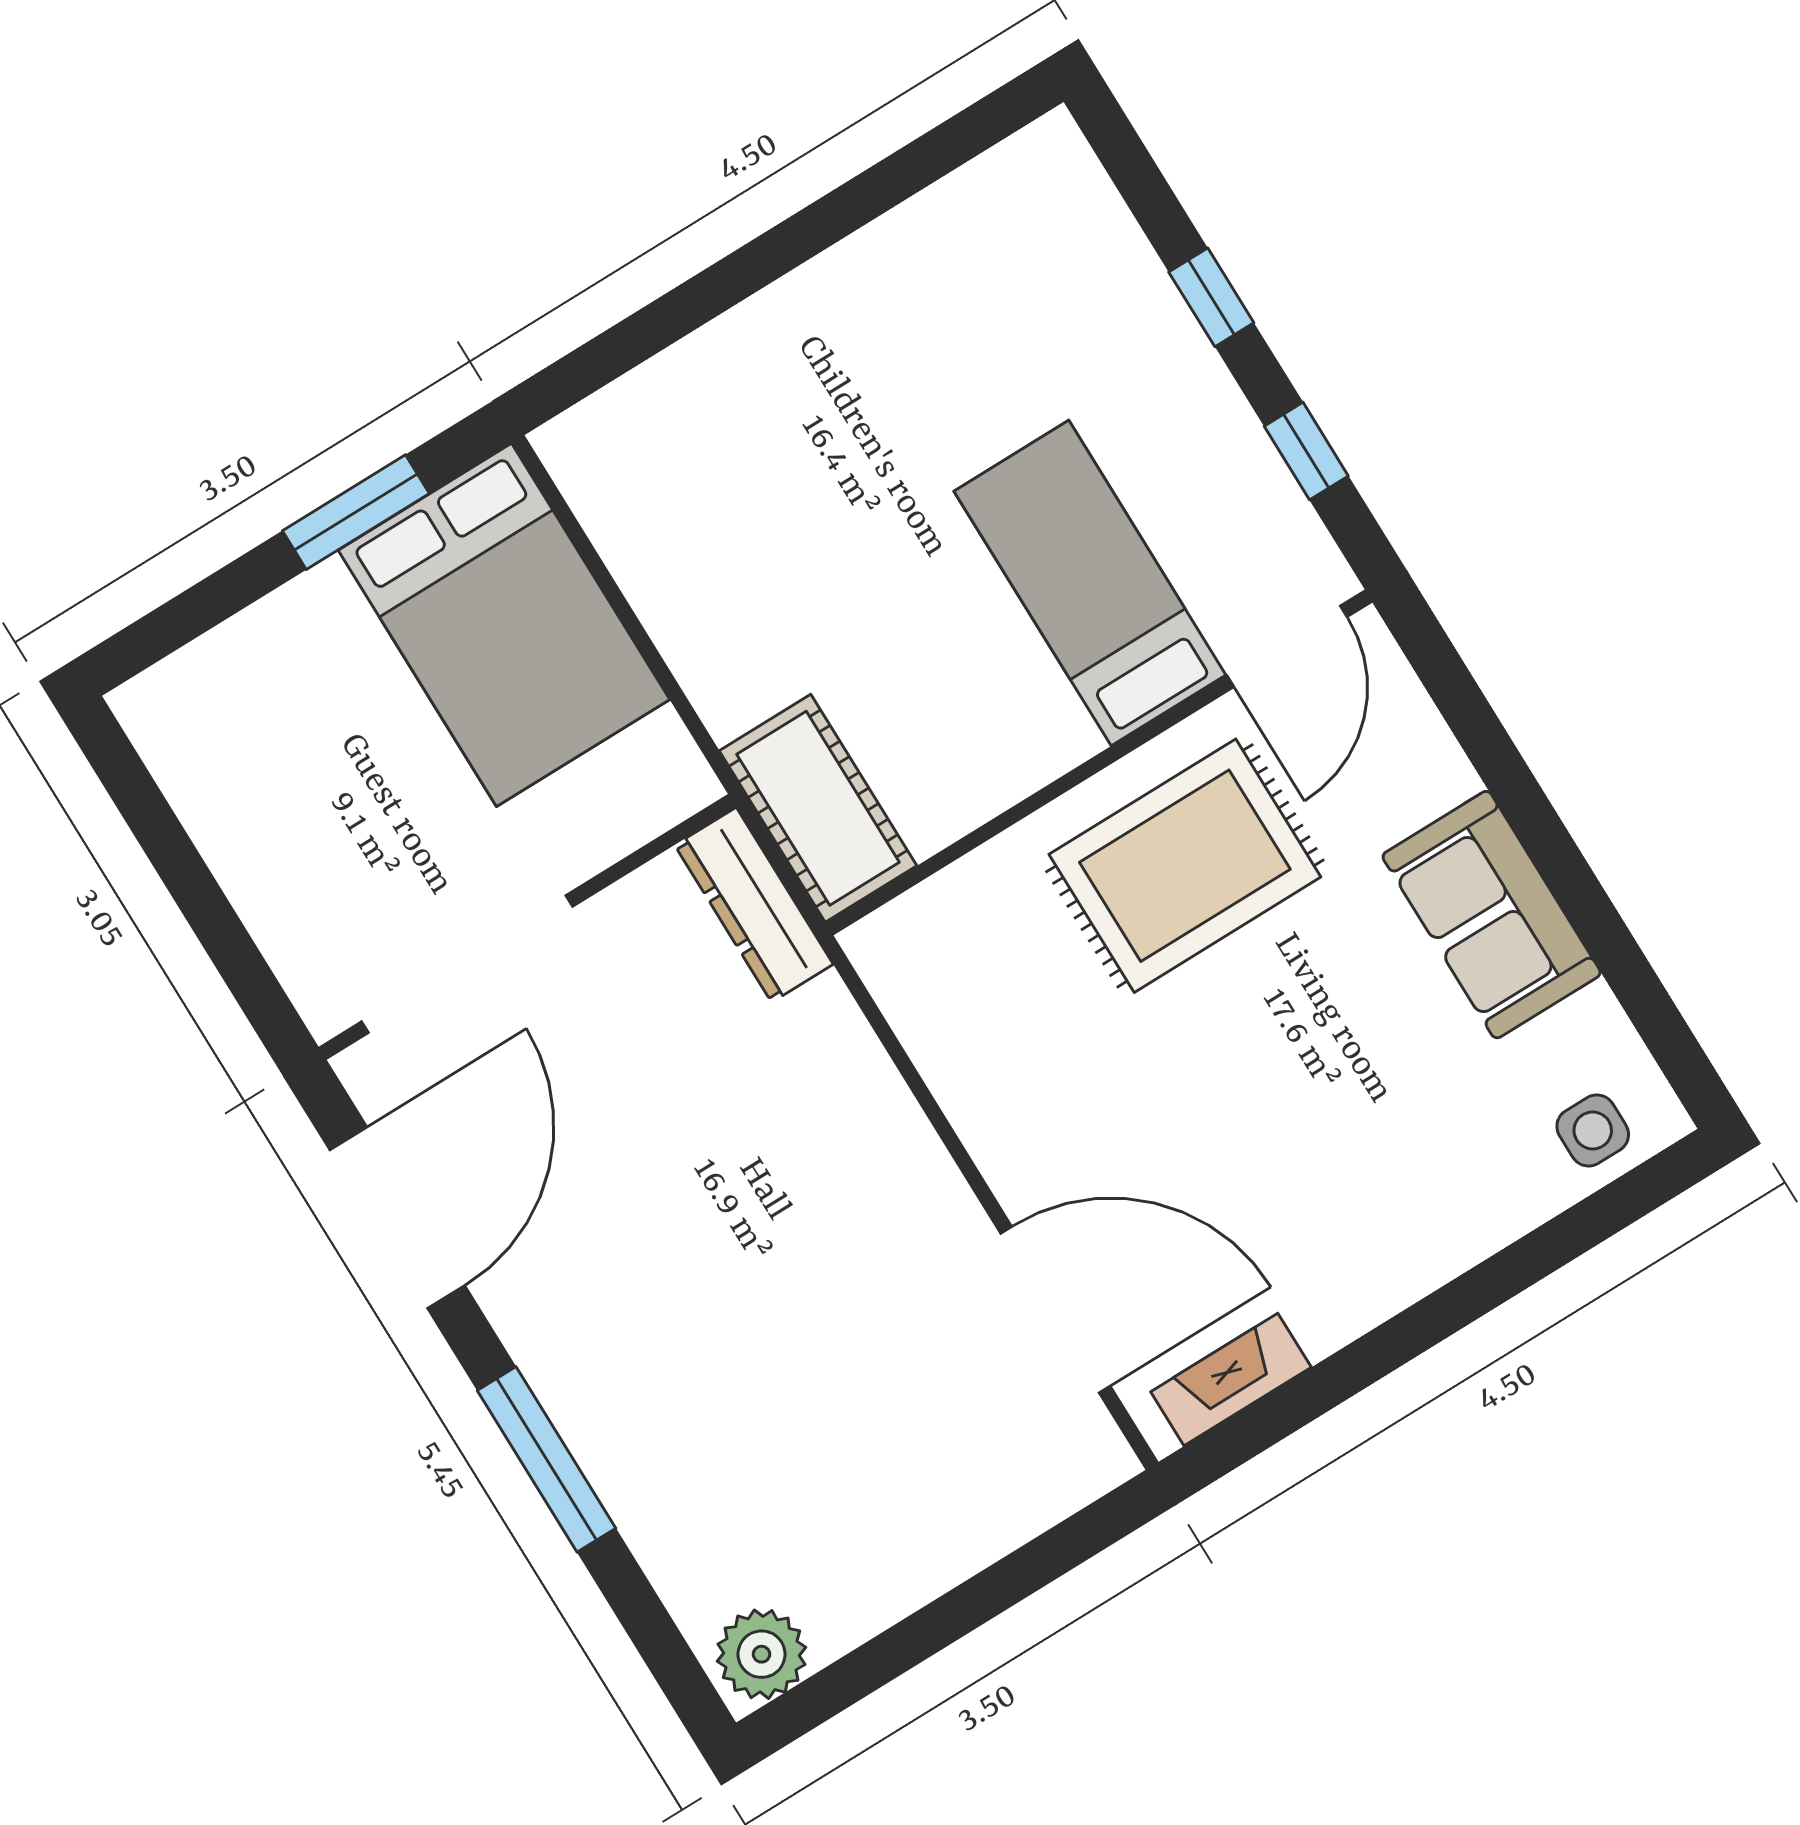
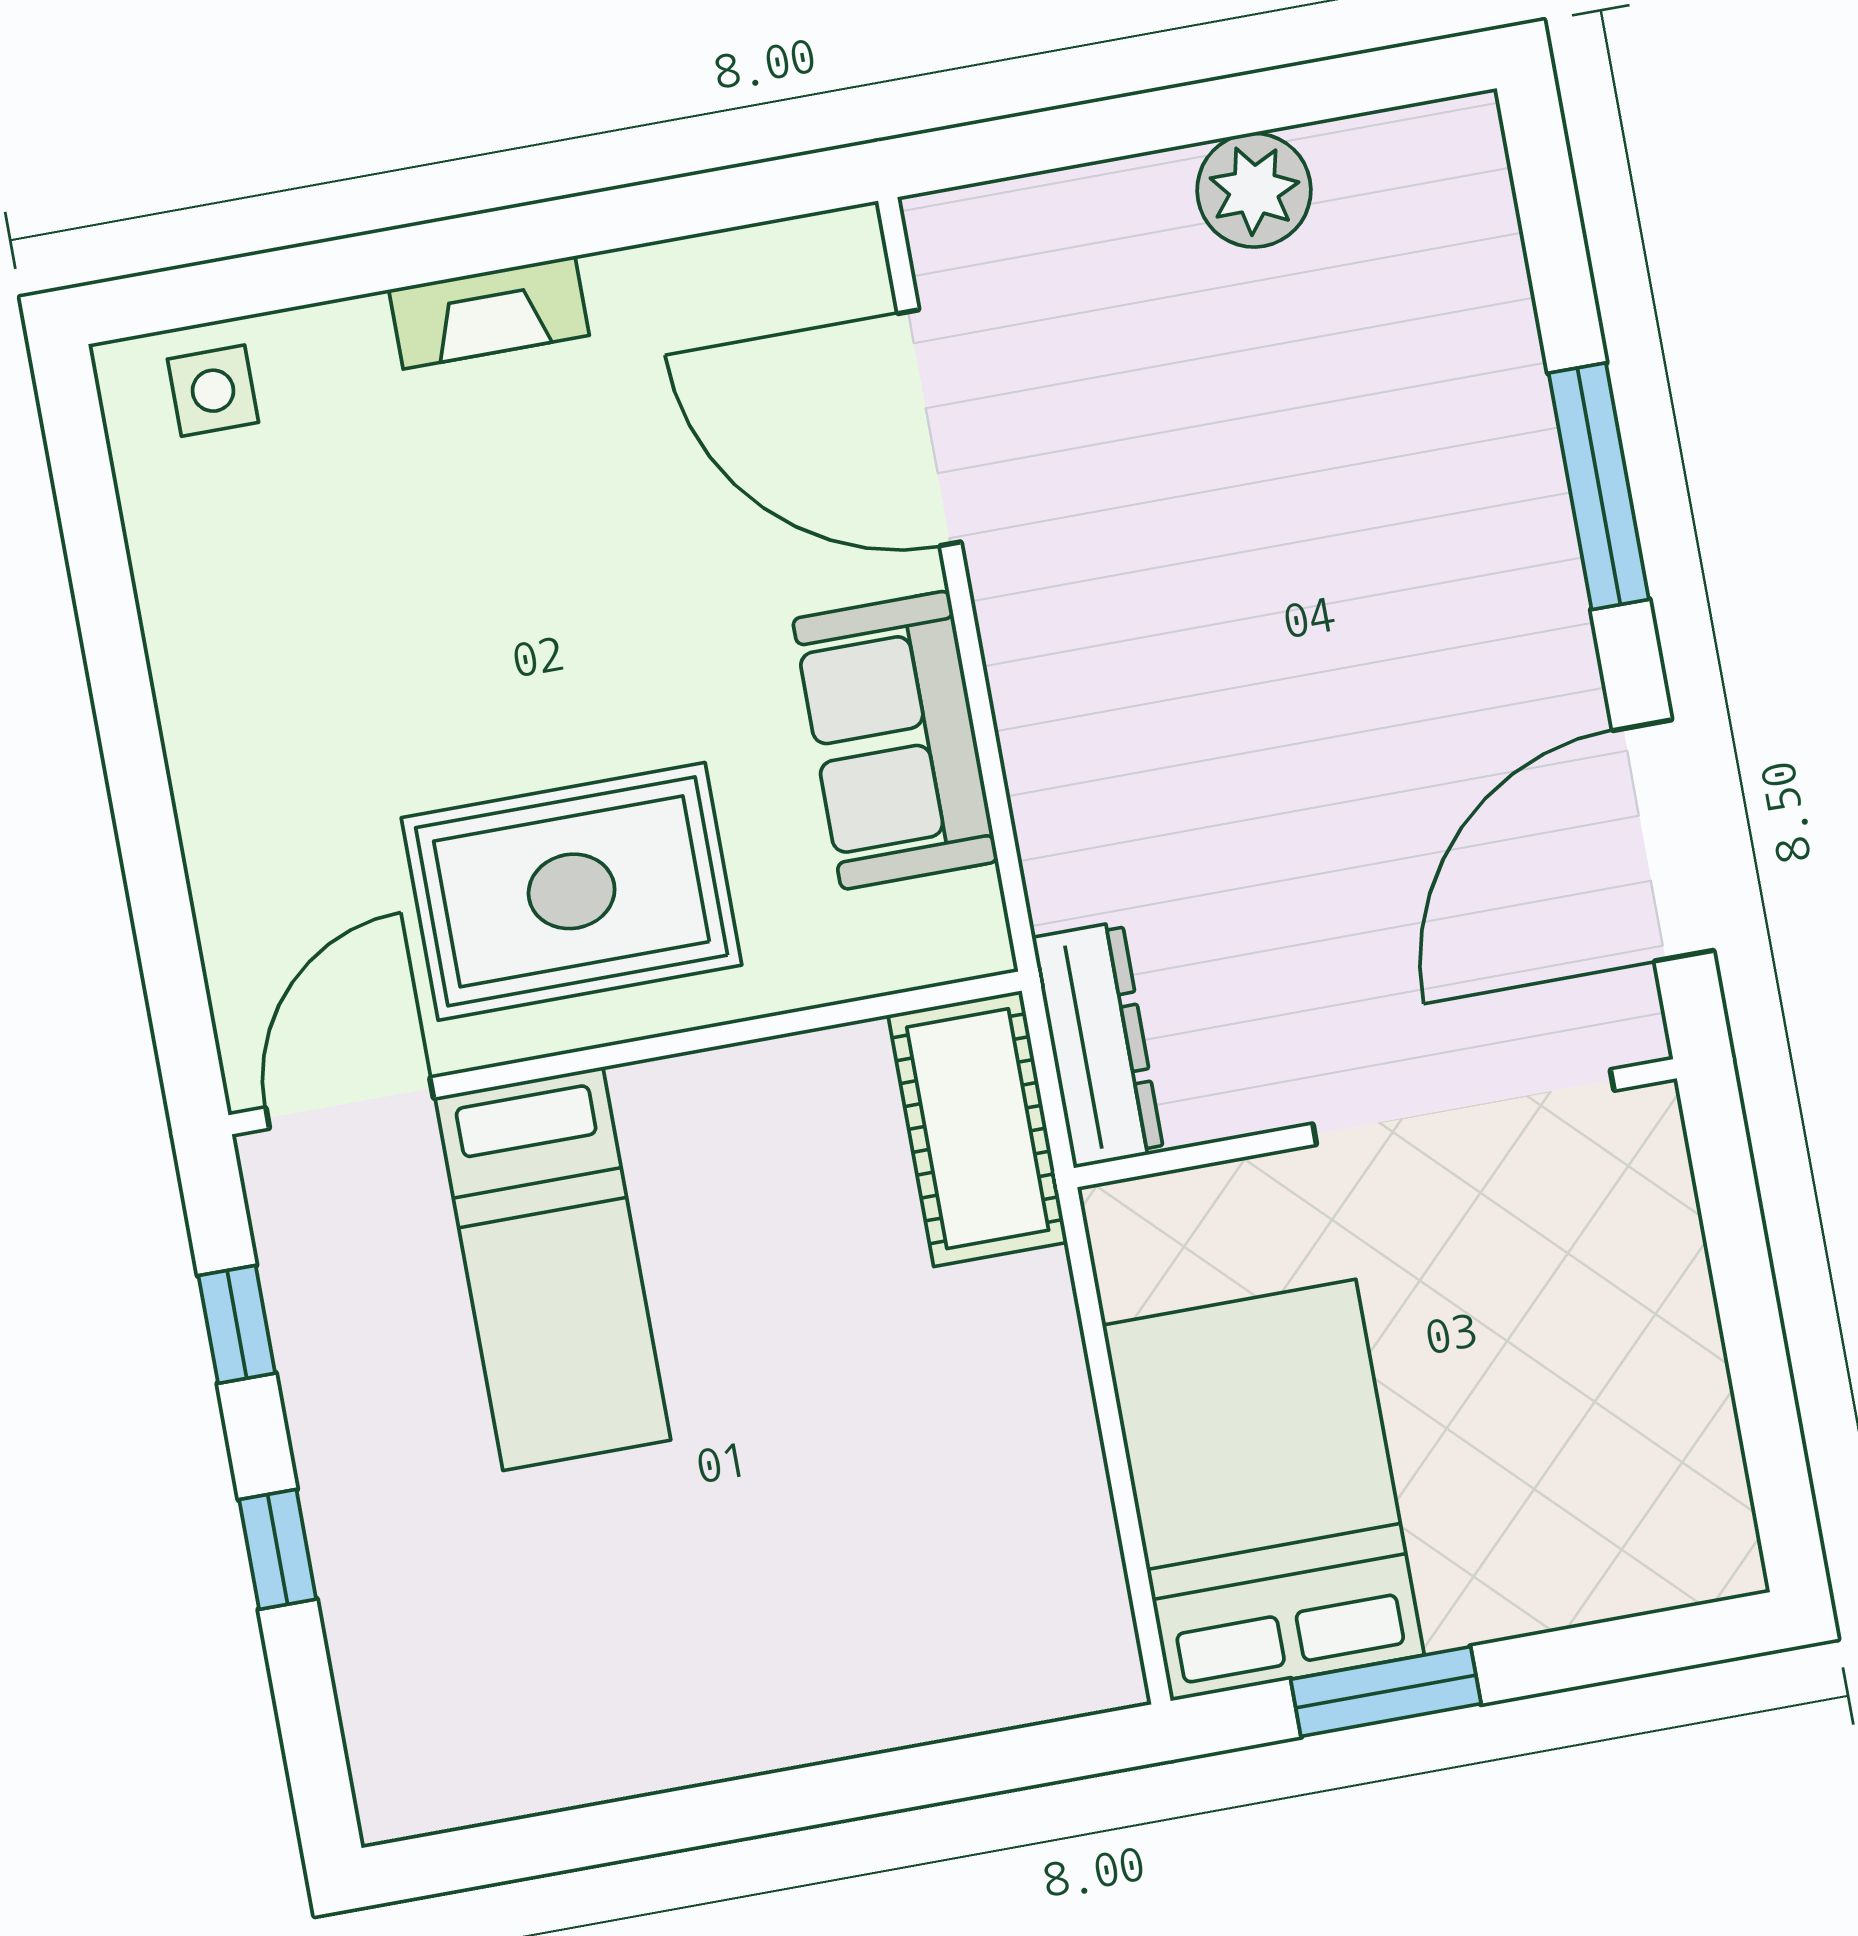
sofa: (1492, 915) -> (895, 740), moved, turned 180
fireplace: (1231, 1380) -> (489, 312), moved
plant: (762, 1654) -> (1254, 190), moved

